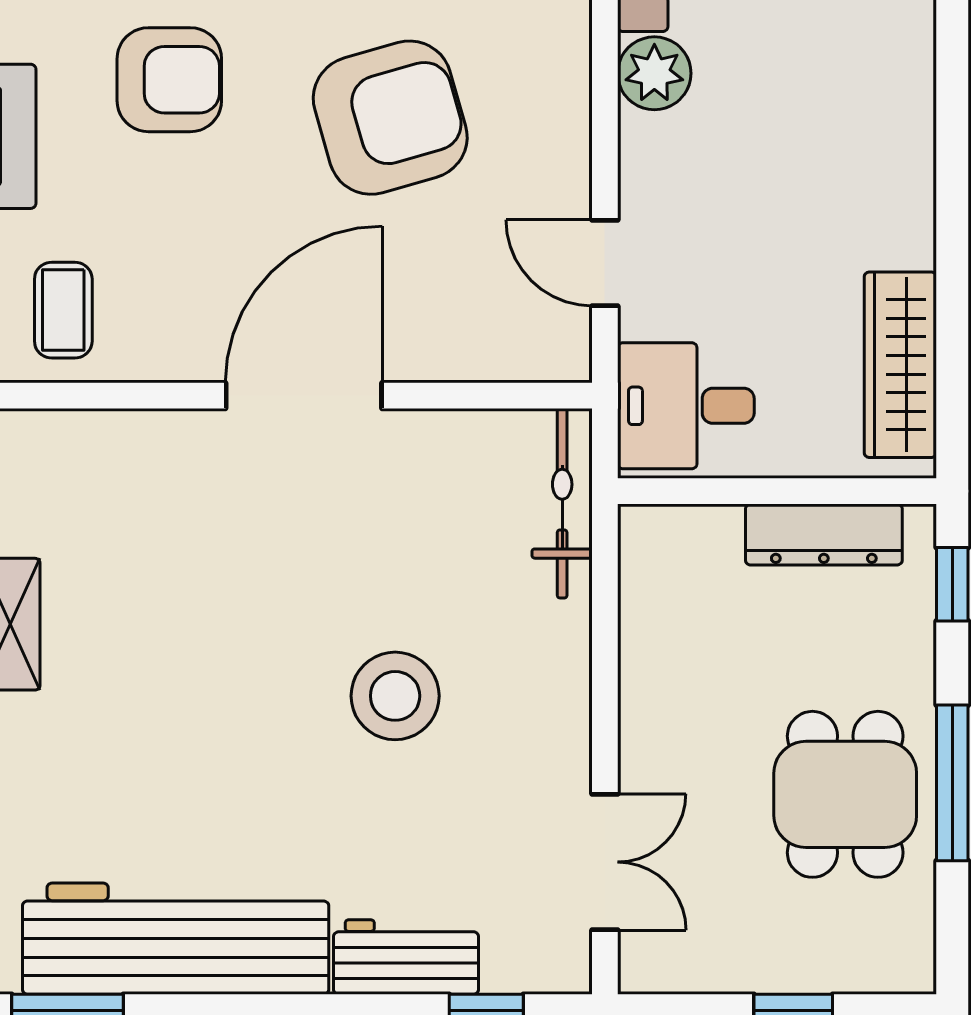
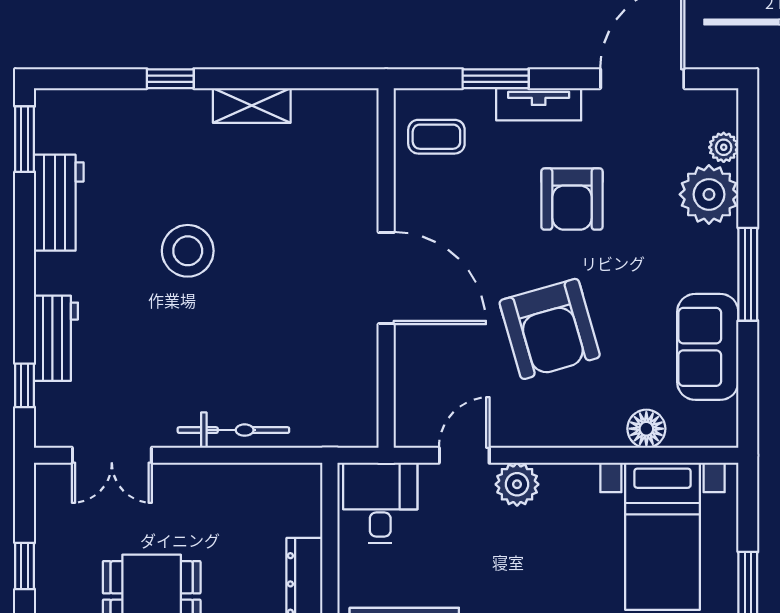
plant: (654, 73) -> (517, 484), moved
bicycle: (562, 503) -> (233, 430), moved
stool: (395, 696) -> (188, 251), moved
workbench: (176, 939) -> (59, 203), width x0.53, depth x0.76

